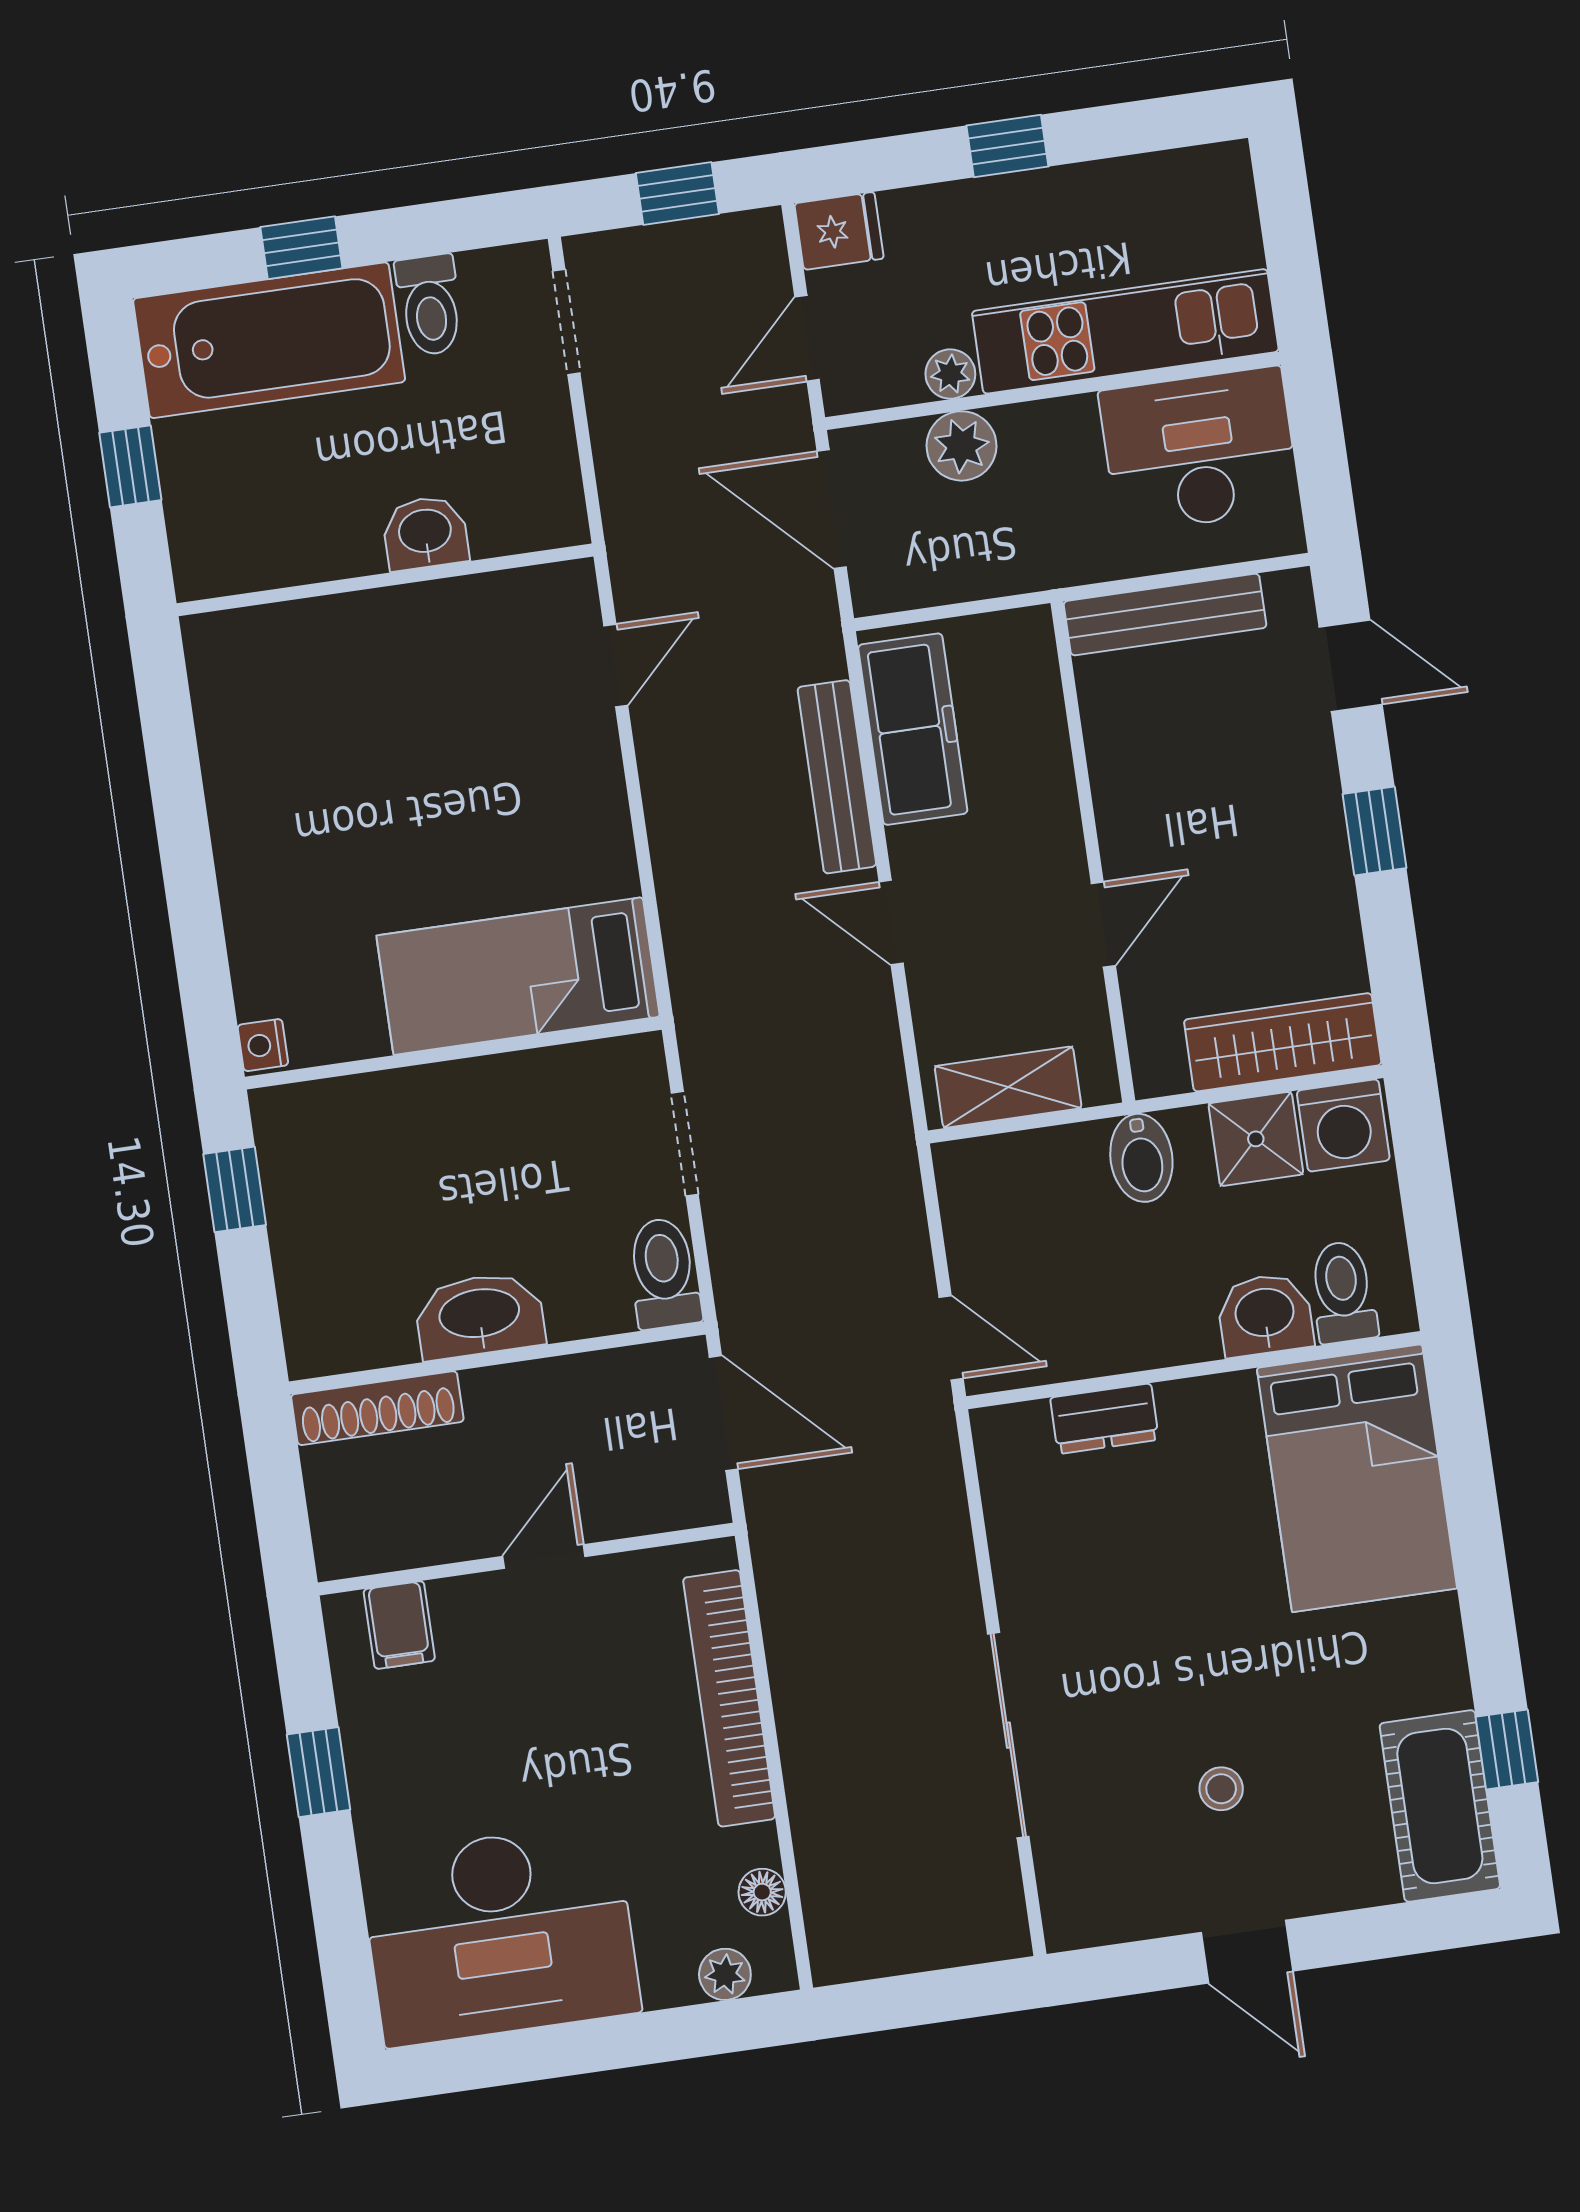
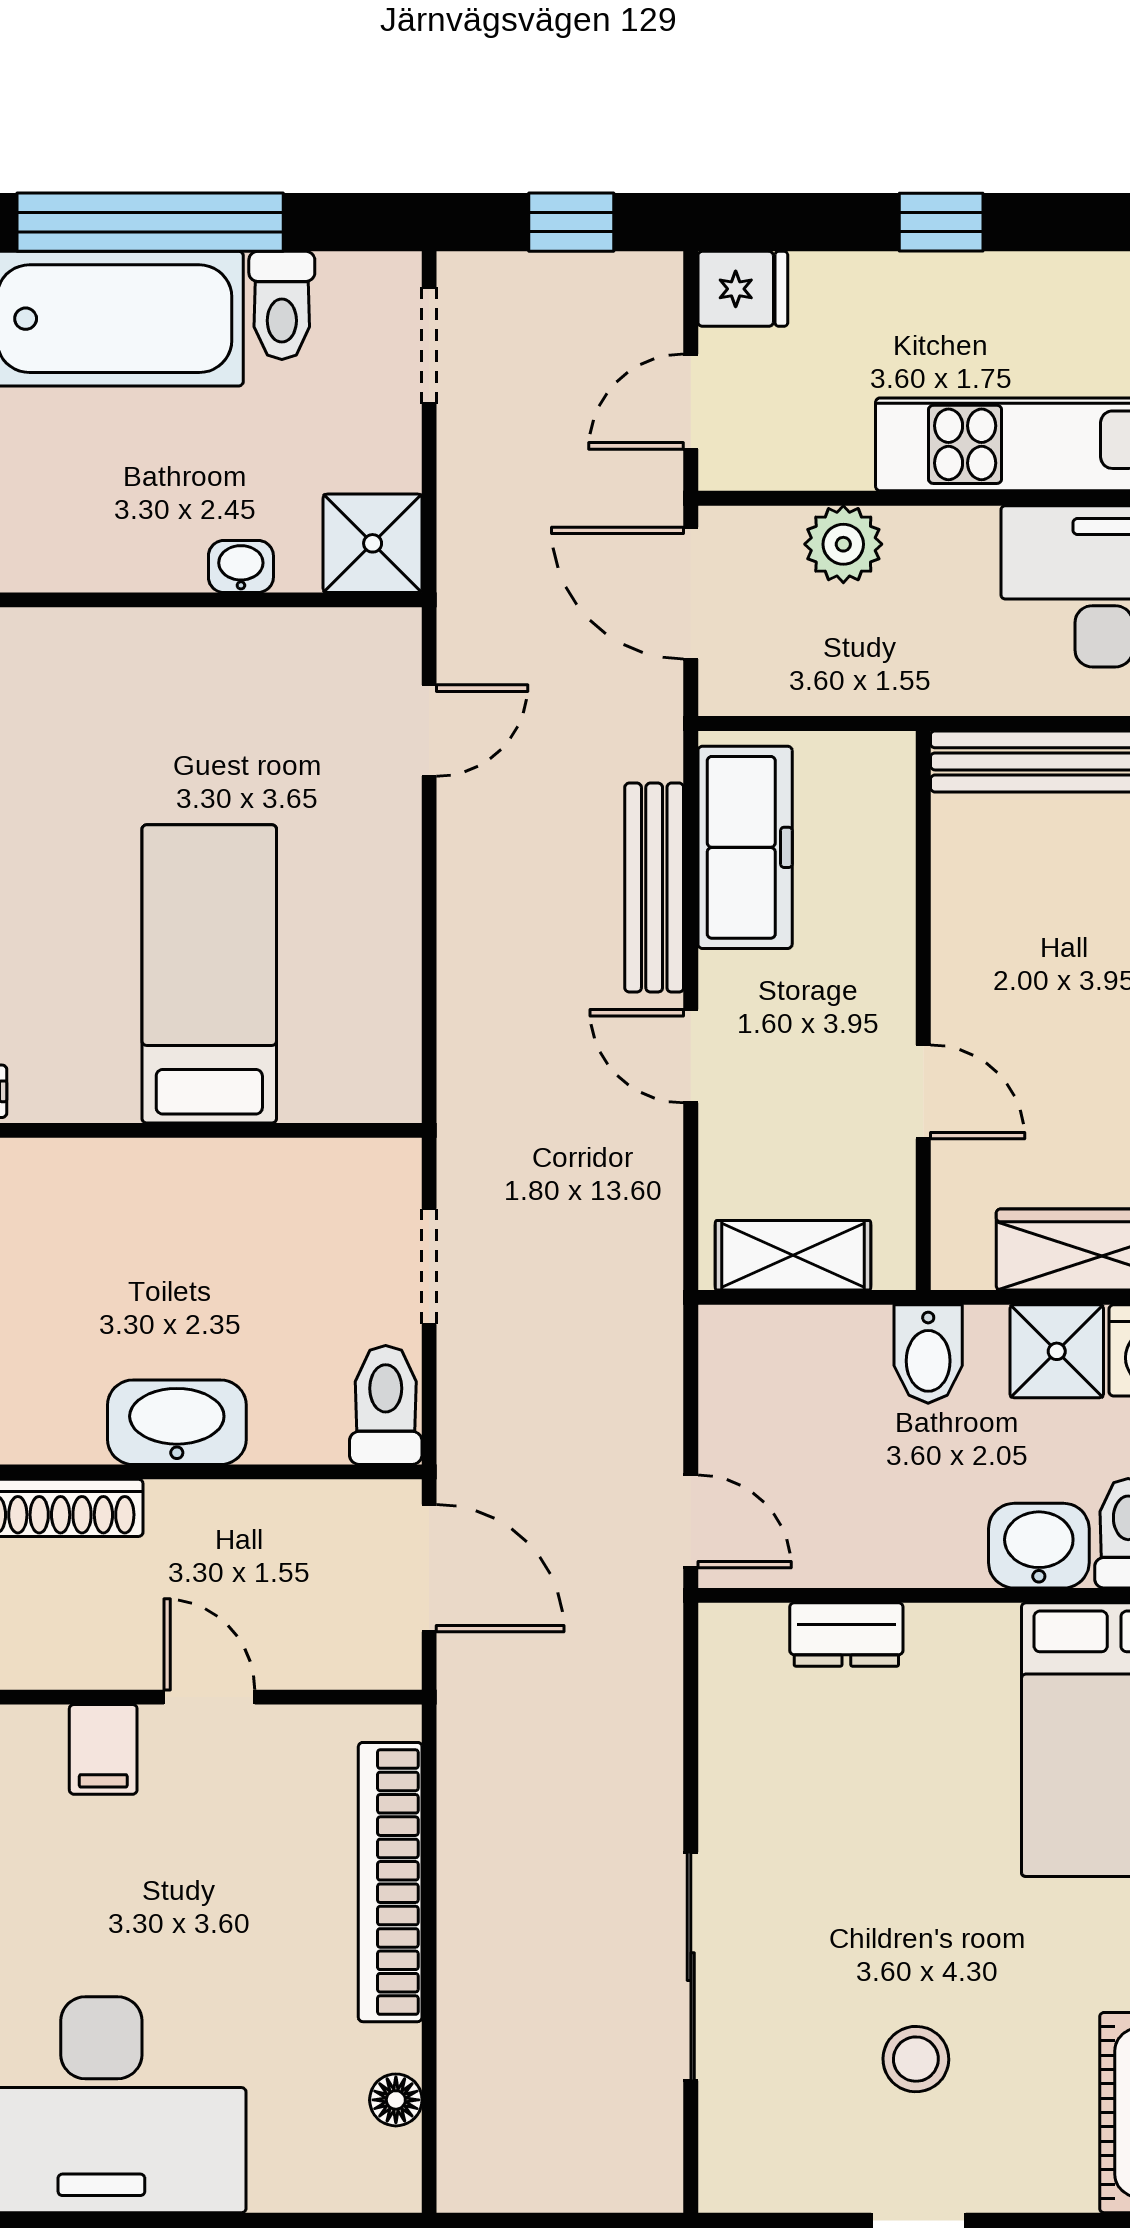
window: (301, 248) -> (150, 222), width x3.17
plant: (950, 374) -> (842, 463), removed
shower: (541, 506) -> (373, 543), added
washbasin: (425, 533) -> (241, 566), width x0.72, depth x0.69
door: (1103, 924) -> (923, 1092), hinge flipped
bed: (518, 976) -> (209, 974), moved, turned 90
door: (544, 1556) -> (209, 1697), hinge flipped
filing cabinet: (399, 1625) -> (103, 1749), moved
stool: (1221, 1789) -> (916, 2059), width x1.37, depth x1.37
plant: (725, 1974) -> (342, 2184), removed

